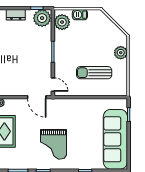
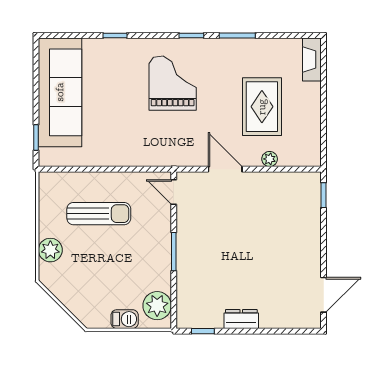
plant: (42, 18) -> (193, 313), removed
door: (37, 97) -> (225, 169), moved

